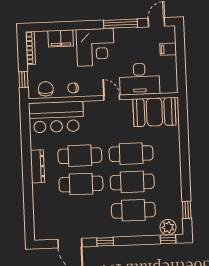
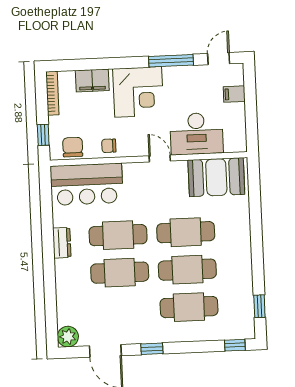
dresser: (37, 166) -> (62, 243), width x0.70
plant: (168, 227) -> (68, 337), moved

